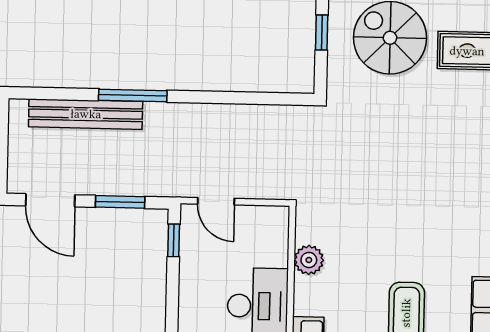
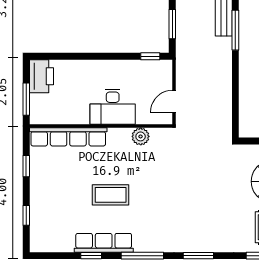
door: (216, 201) -> (174, 101), moved

